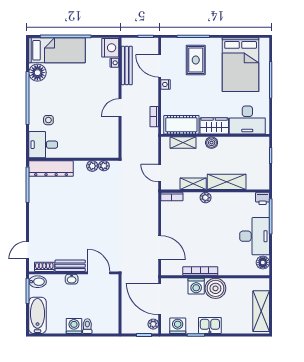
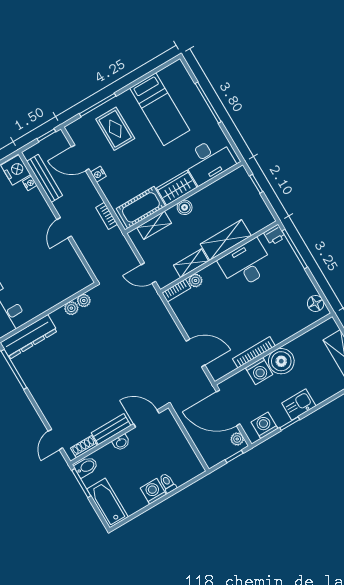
bed: (241, 65) -> (160, 109), width x0.67
plant: (206, 198) -> (195, 280), moved
desk: (255, 236) -> (246, 264), moved, turned -90

